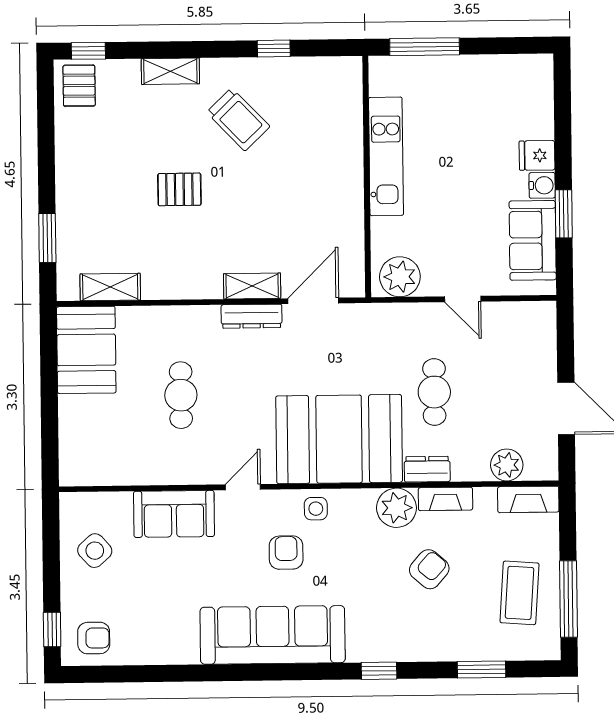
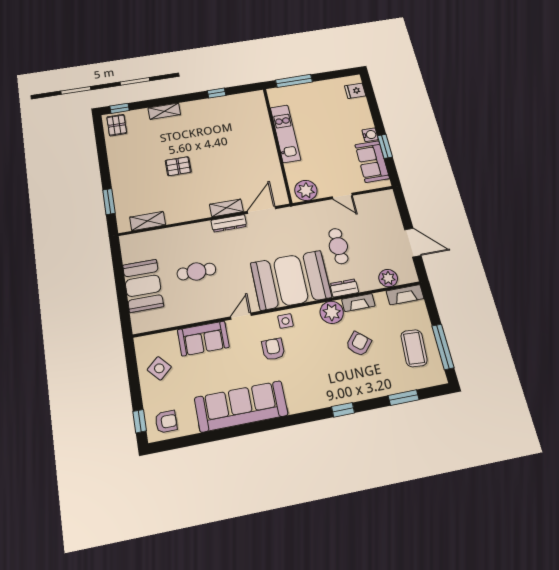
trolley: (238, 119) -> (204, 128), removed
fridge: (537, 155) -> (355, 91), moved
booth: (86, 350) -> (143, 286), moved
cafe table: (181, 395) -> (196, 271), turned 90
sofa: (273, 635) -> (241, 406), moved

